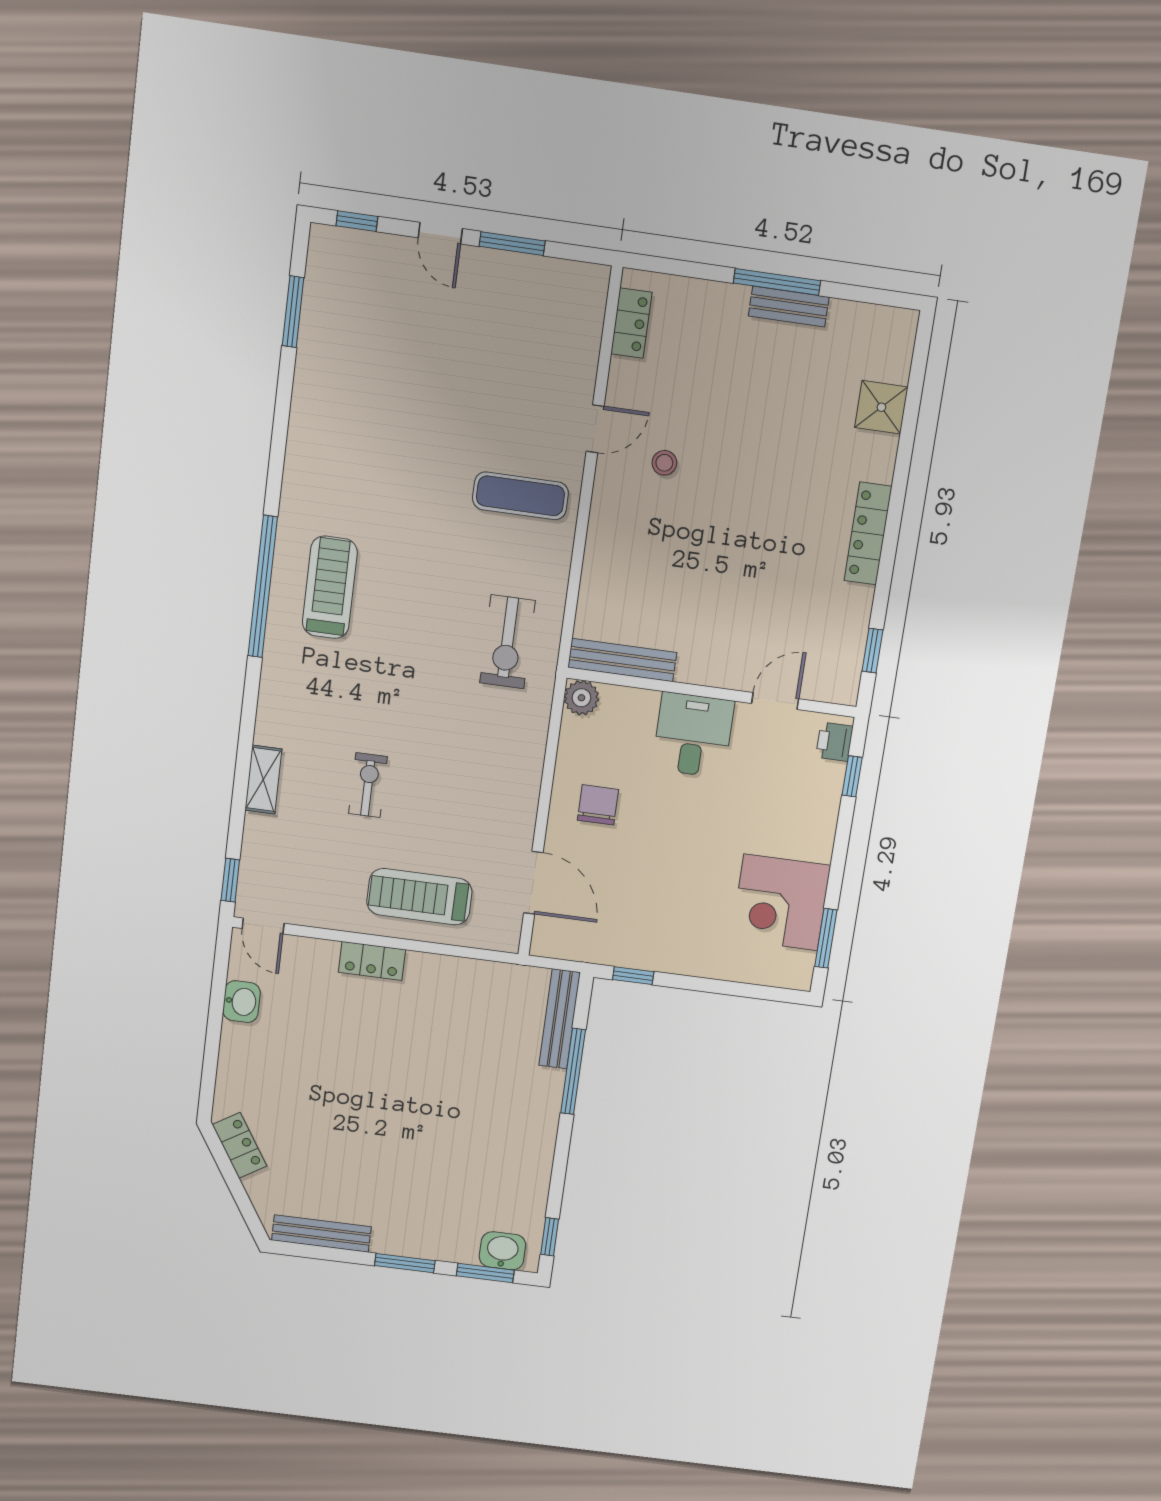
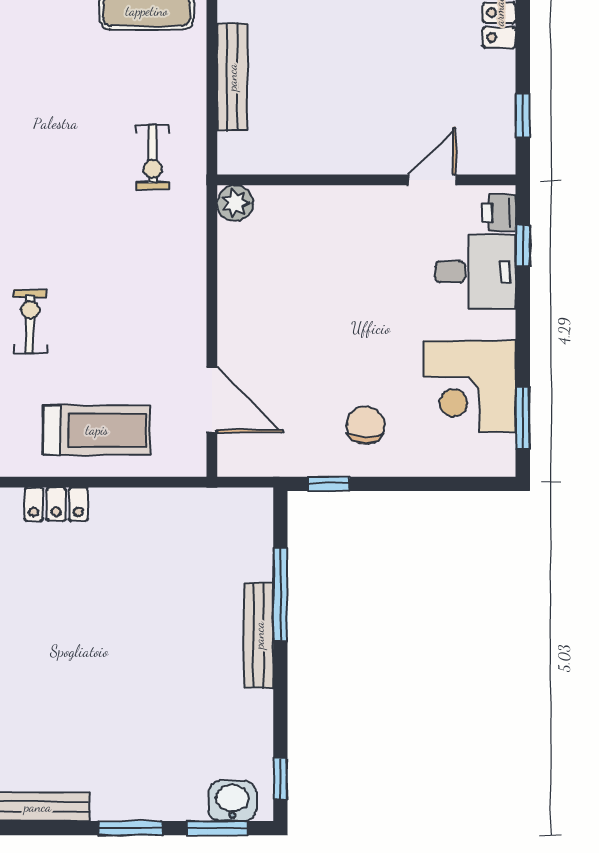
exercise bike: (507, 642) -> (153, 157), width x0.73, depth x0.72
bench: (622, 660) -> (232, 77), moved, turned 90
desk: (693, 735) -> (475, 272), moved, turned 90
chair: (598, 805) -> (365, 425), moved
treadmill: (419, 897) -> (97, 430), turned 180
bench: (560, 1019) -> (259, 635), moved

